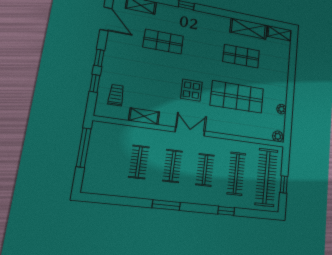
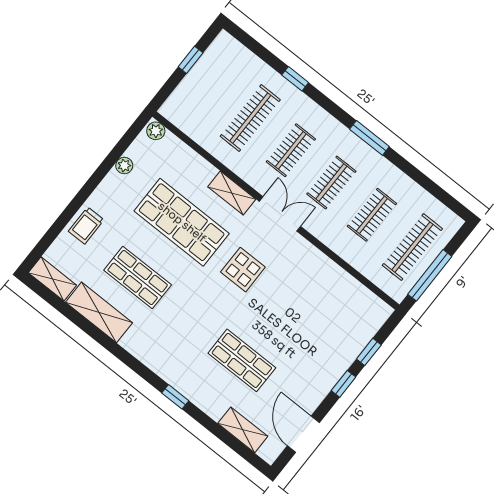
trolley: (116, 95) -> (86, 226), moved
shelving: (144, 116) -> (232, 193), moved
double door: (190, 132) -> (280, 214), swing flipped
clothes rail: (266, 177) -> (412, 247), moved, width x0.73, depth x0.76

